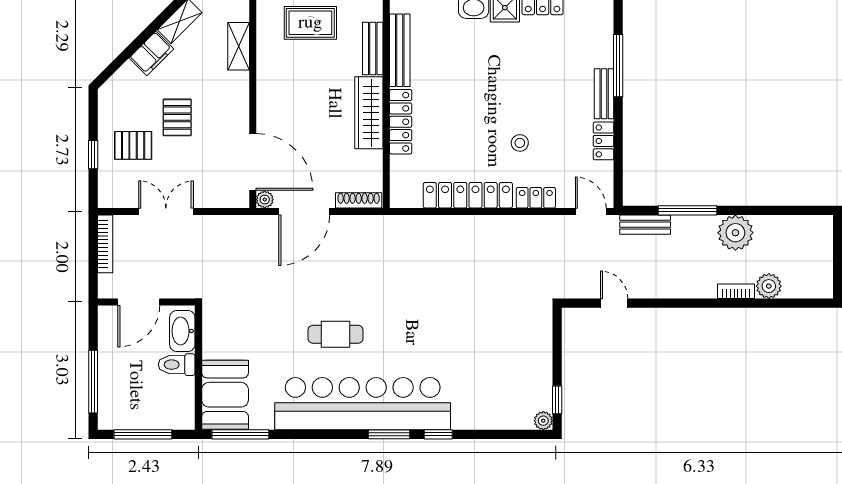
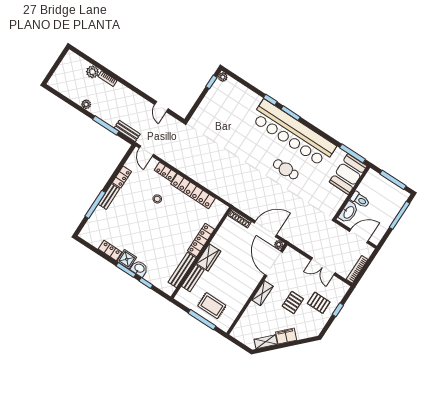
shelving: (239, 46) -> (262, 293), moved
wardrobe: (369, 113) -> (209, 257), width x0.67
plant: (735, 233) -> (86, 104), width x0.53, depth x0.53

